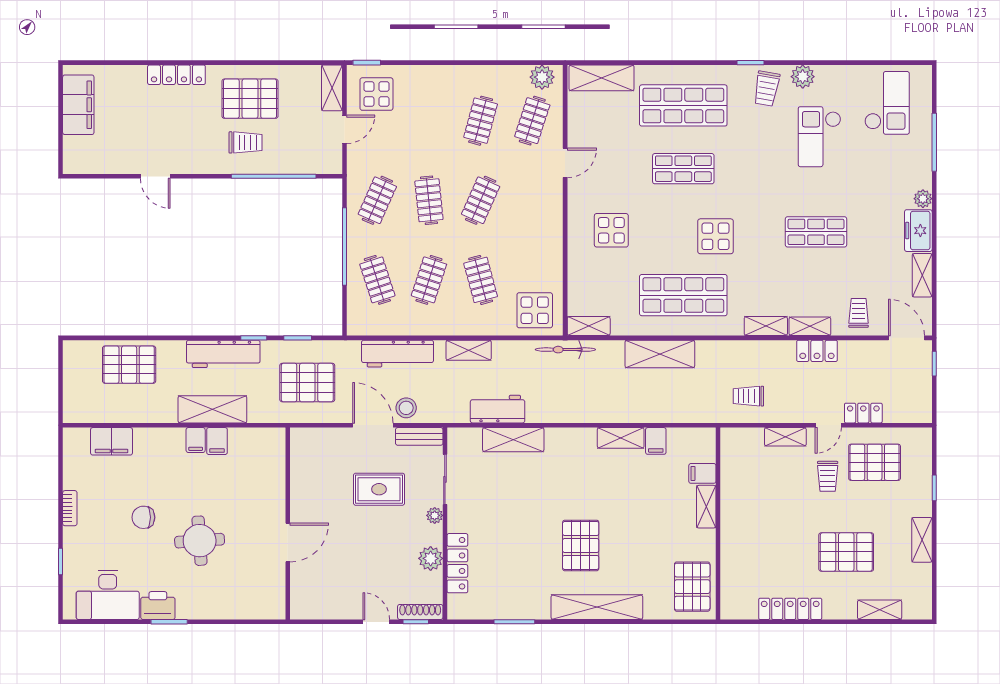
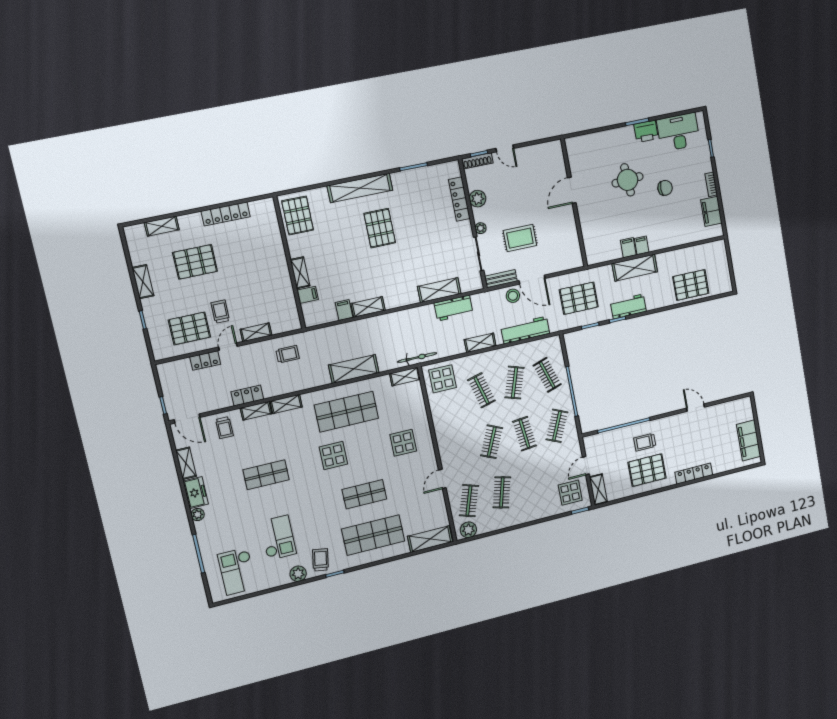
workbench: (223, 354) -> (628, 306), width x0.73
filing cabinet: (111, 441) -> (711, 211), moved, turned -90

